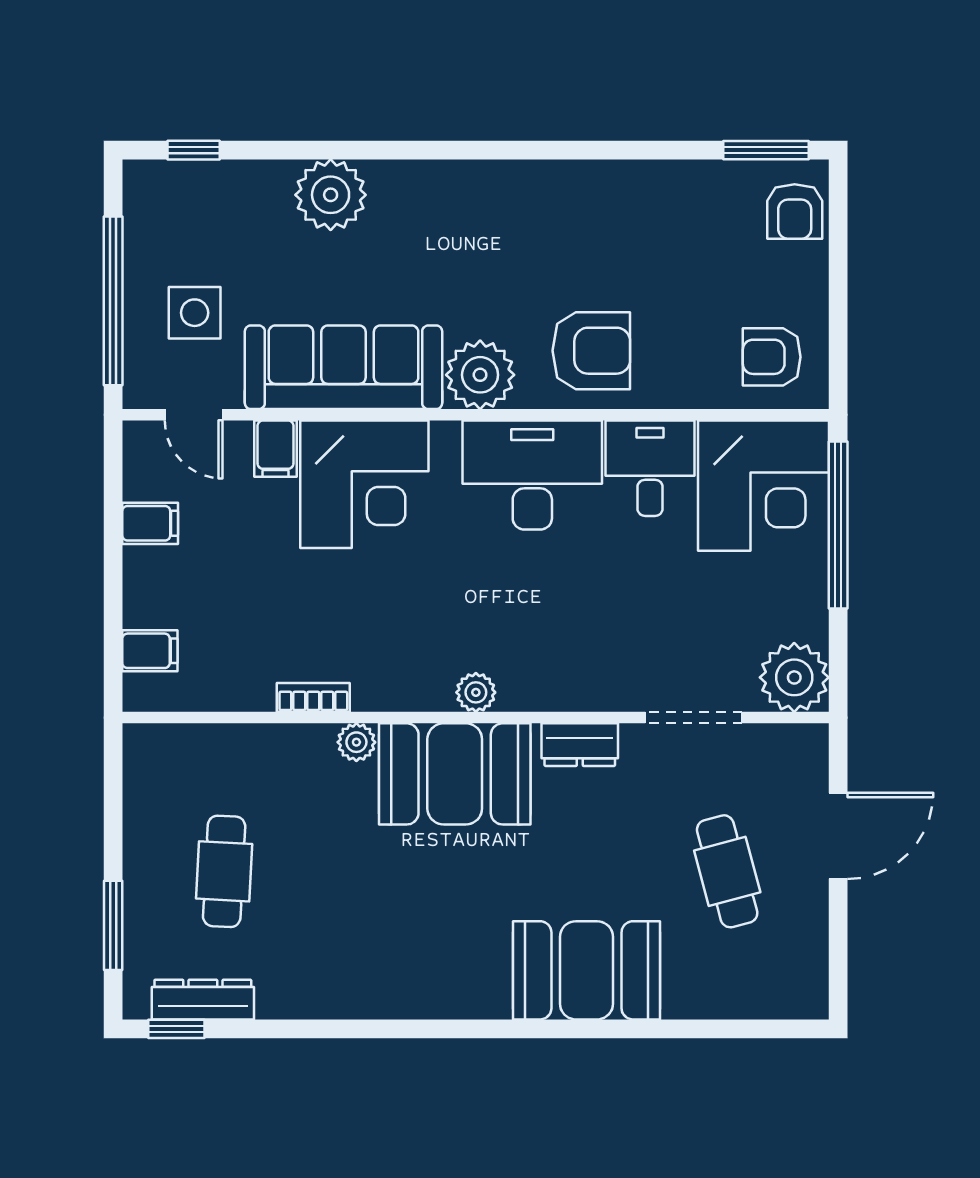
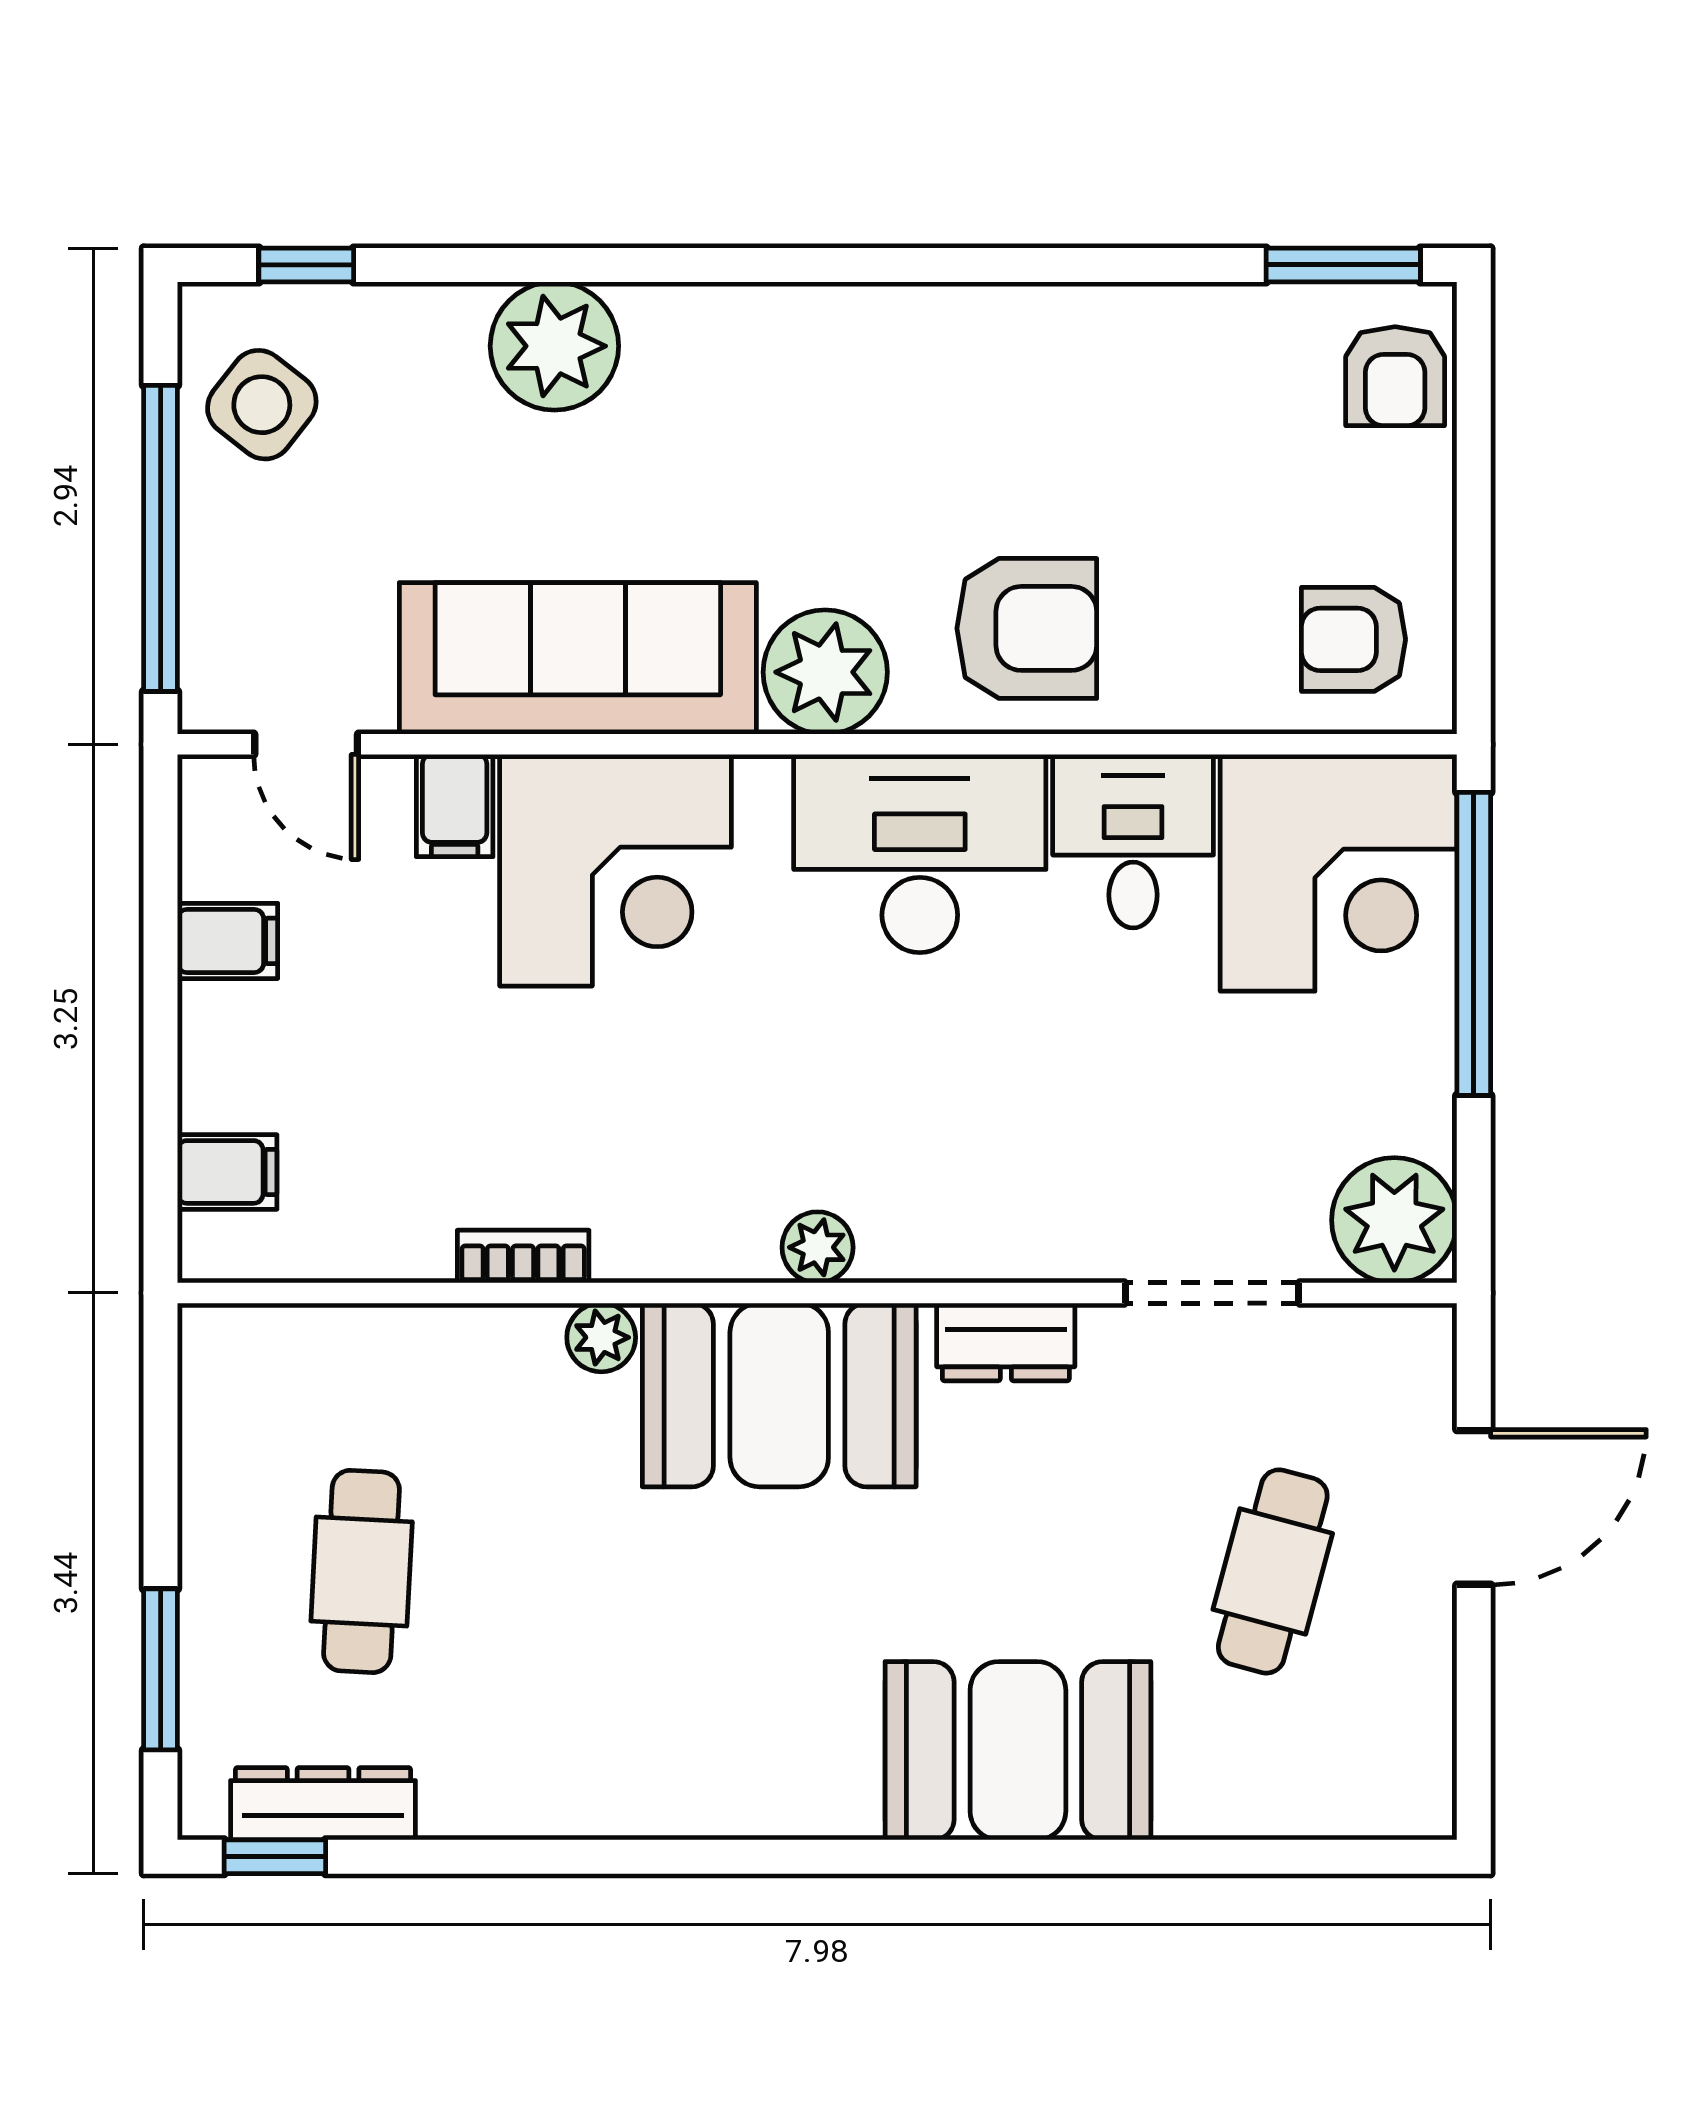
side table: (195, 313) -> (262, 405), moved, turned 38
cafe table: (727, 871) -> (1273, 1571), turned 30

